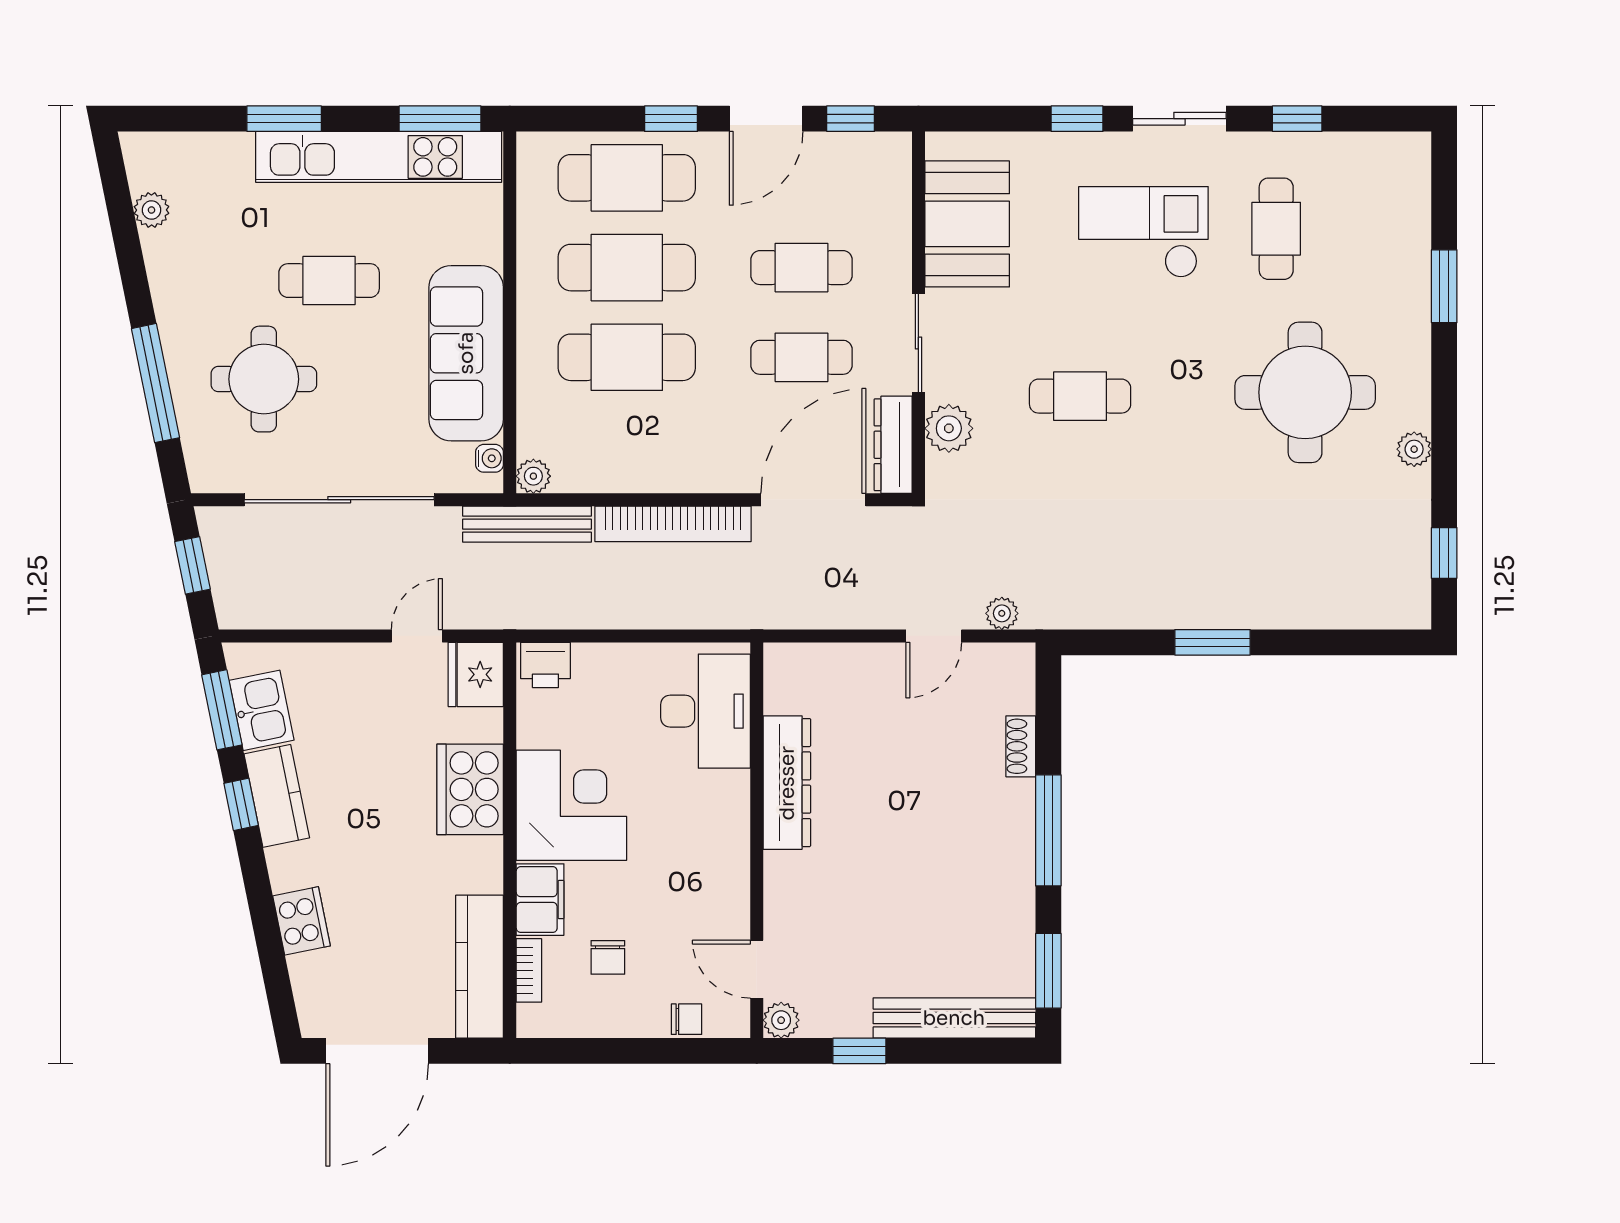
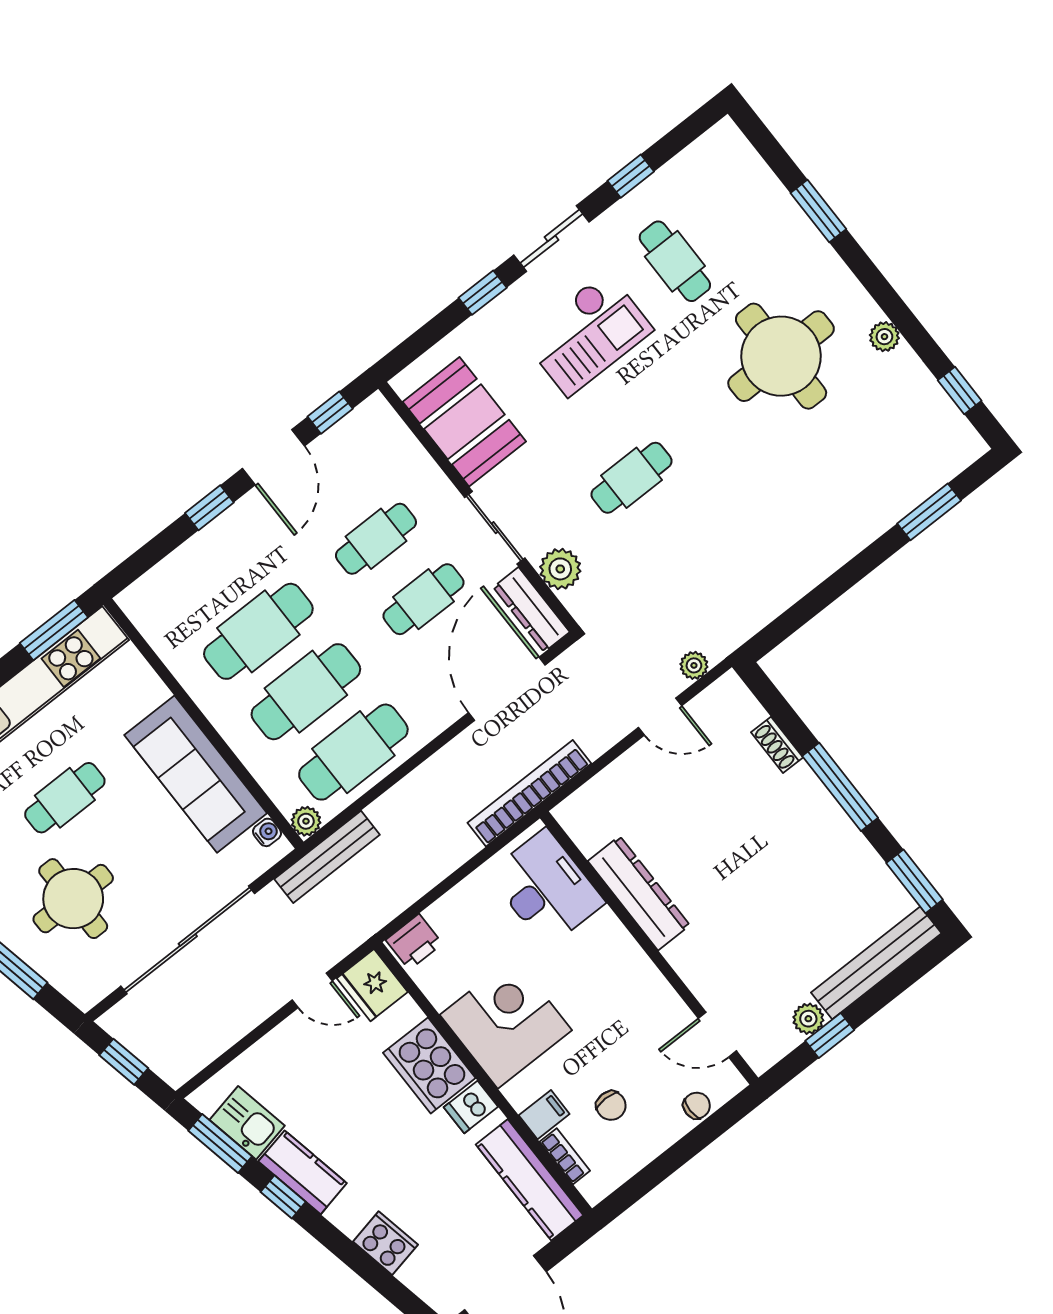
cafe table: (627, 178) -> (353, 752), moved
checkout: (1143, 232) -> (587, 334), turned 180
bookcase: (673, 524) -> (529, 793), moved, turned 180
door: (417, 636) -> (312, 990), swing flipped
door: (934, 636) -> (660, 717), hinge flipped
window: (1212, 642) -> (929, 512), moved
dishwasher: (478, 857) -> (471, 1107), added
filing cabinet: (540, 900) -> (544, 1115), width x0.50
plant: (781, 1020) -> (808, 1019), moved

